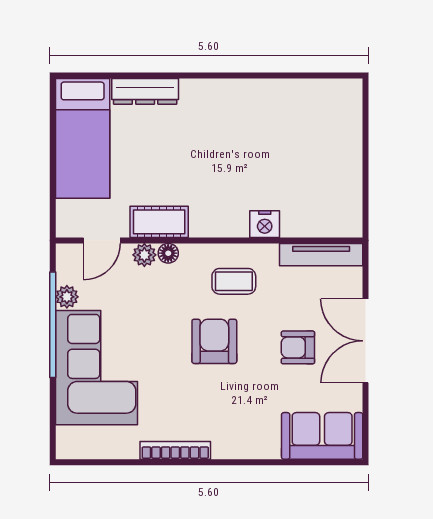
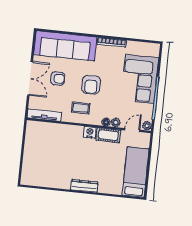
dresser: (145, 91) -> (84, 186), moved
nightstand: (265, 224) -> (90, 132), moved
plant: (67, 297) -> (147, 126), moved
sofa: (322, 436) -> (65, 46), width x1.85, depth x1.27

